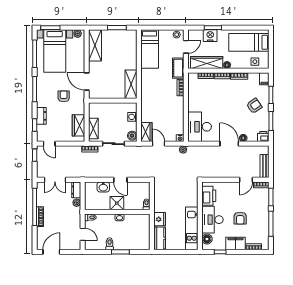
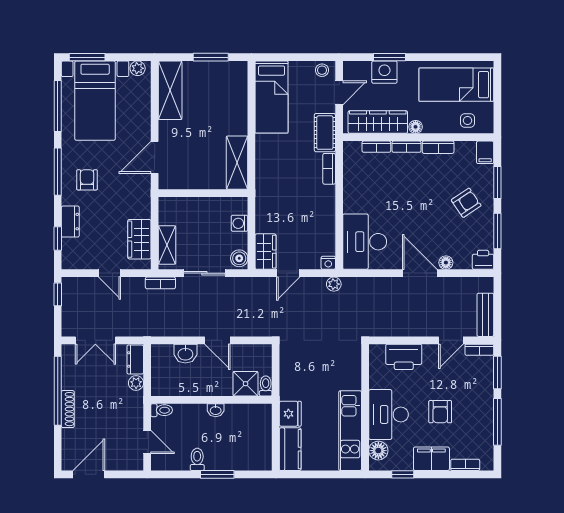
door: (87, 81) -> (155, 157), hinge flipped
armchair: (64, 96) -> (87, 180), moved
door: (49, 144) -> (109, 273), moved
door: (159, 144) -> (288, 273), swing flipped
printer: (209, 196) -> (404, 357), moved, turned 90
shower: (117, 203) -> (246, 384), moved

